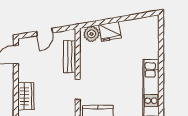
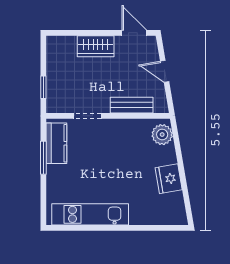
fridge: (110, 31) -> (169, 179), moved
wardrobe: (26, 96) -> (96, 46), moved

